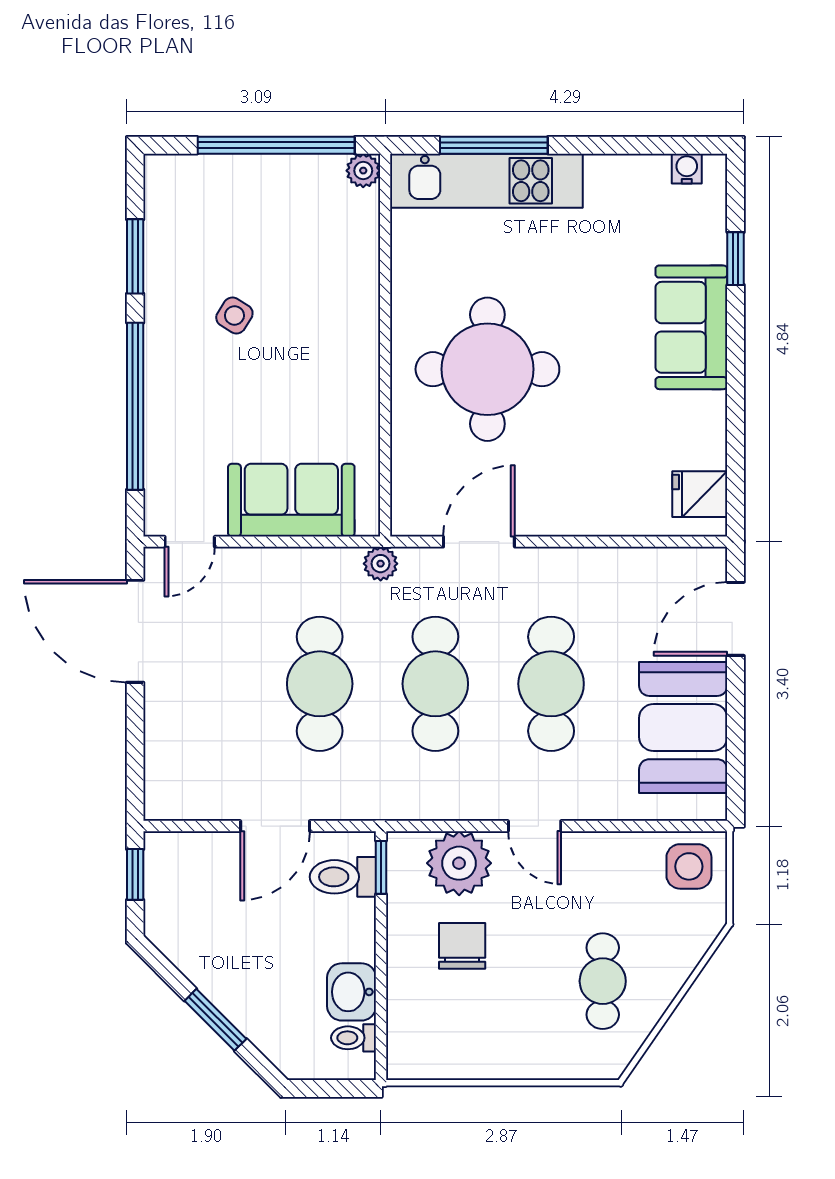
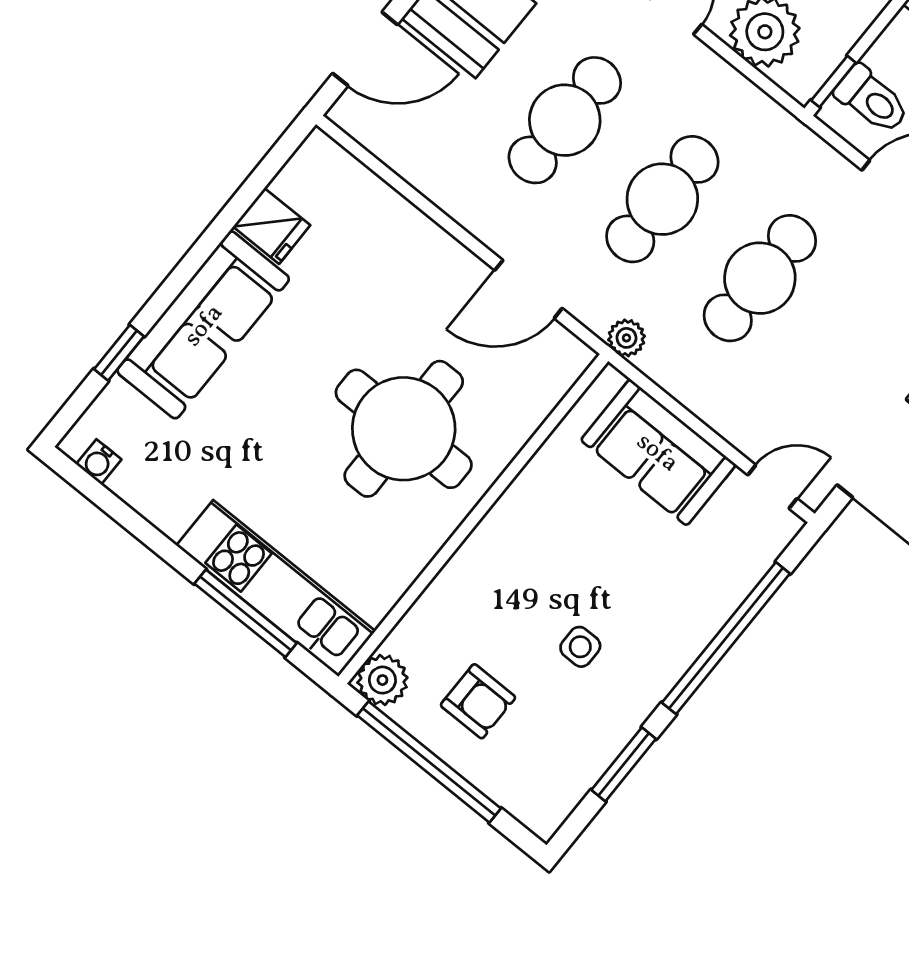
plant: (363, 171) -> (382, 680), width x1.38, depth x1.38
armchair: (276, 217) -> (478, 701), added
side table: (234, 315) -> (580, 647), turned -32
sofa: (691, 327) -> (203, 325), width x1.36
fridge: (700, 494) -> (272, 226), moved

